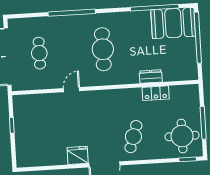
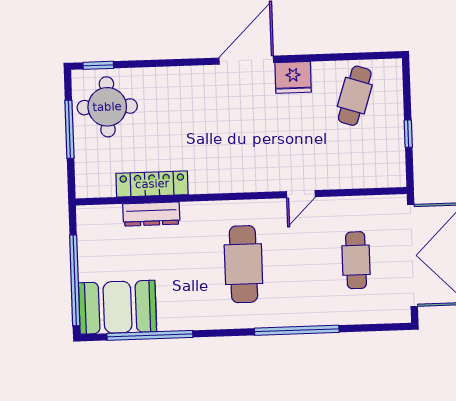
dresser: (151, 76) -> (151, 214), width x1.44
locker: (156, 93) -> (152, 184), width x1.53
cafe table: (133, 137) -> (355, 96), moved

